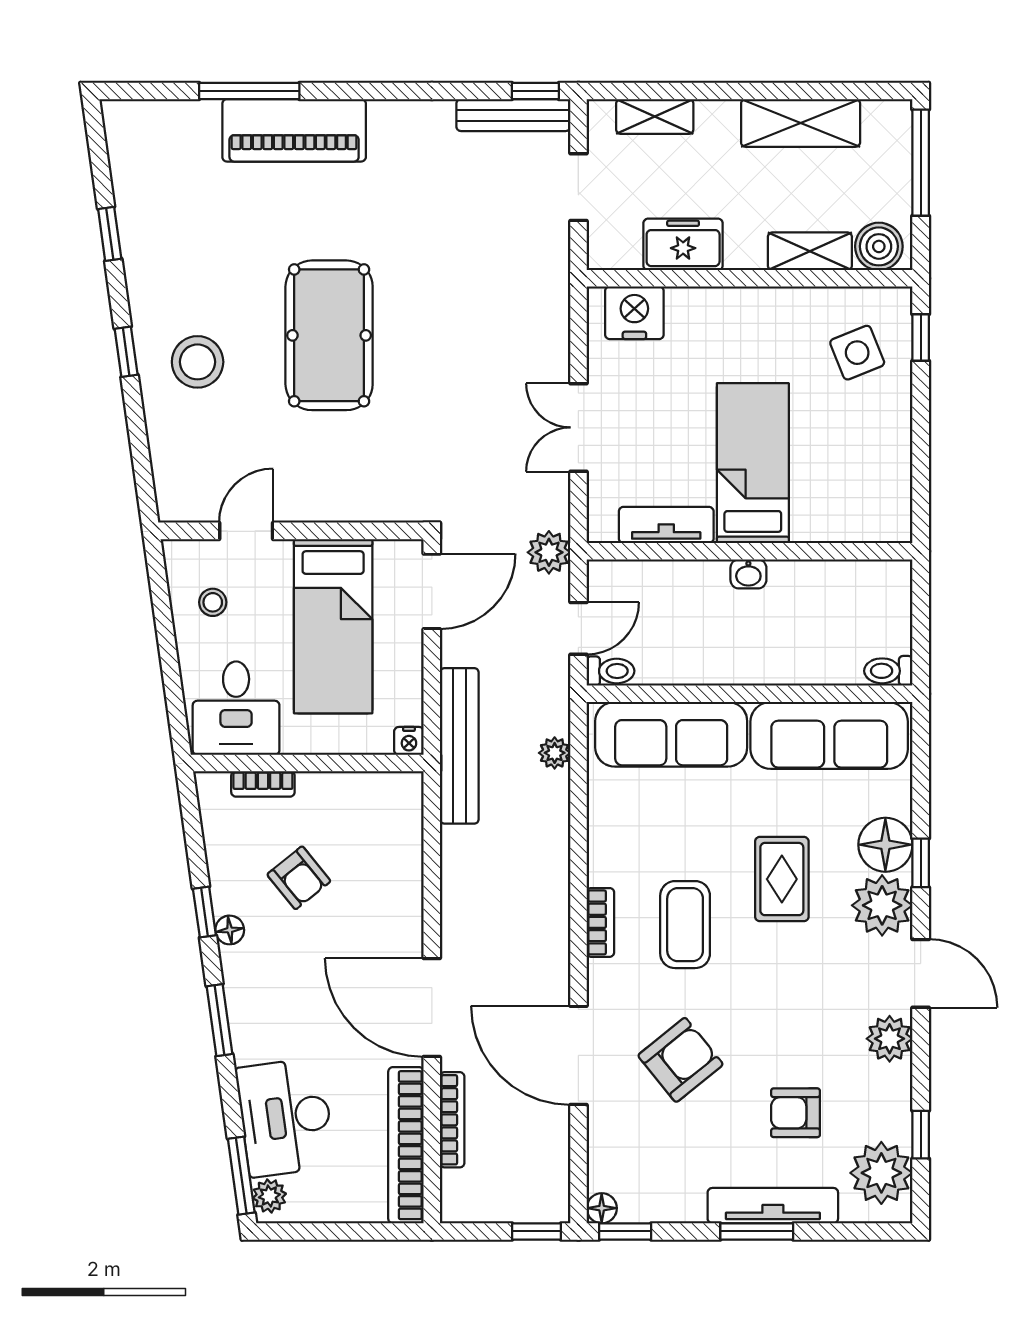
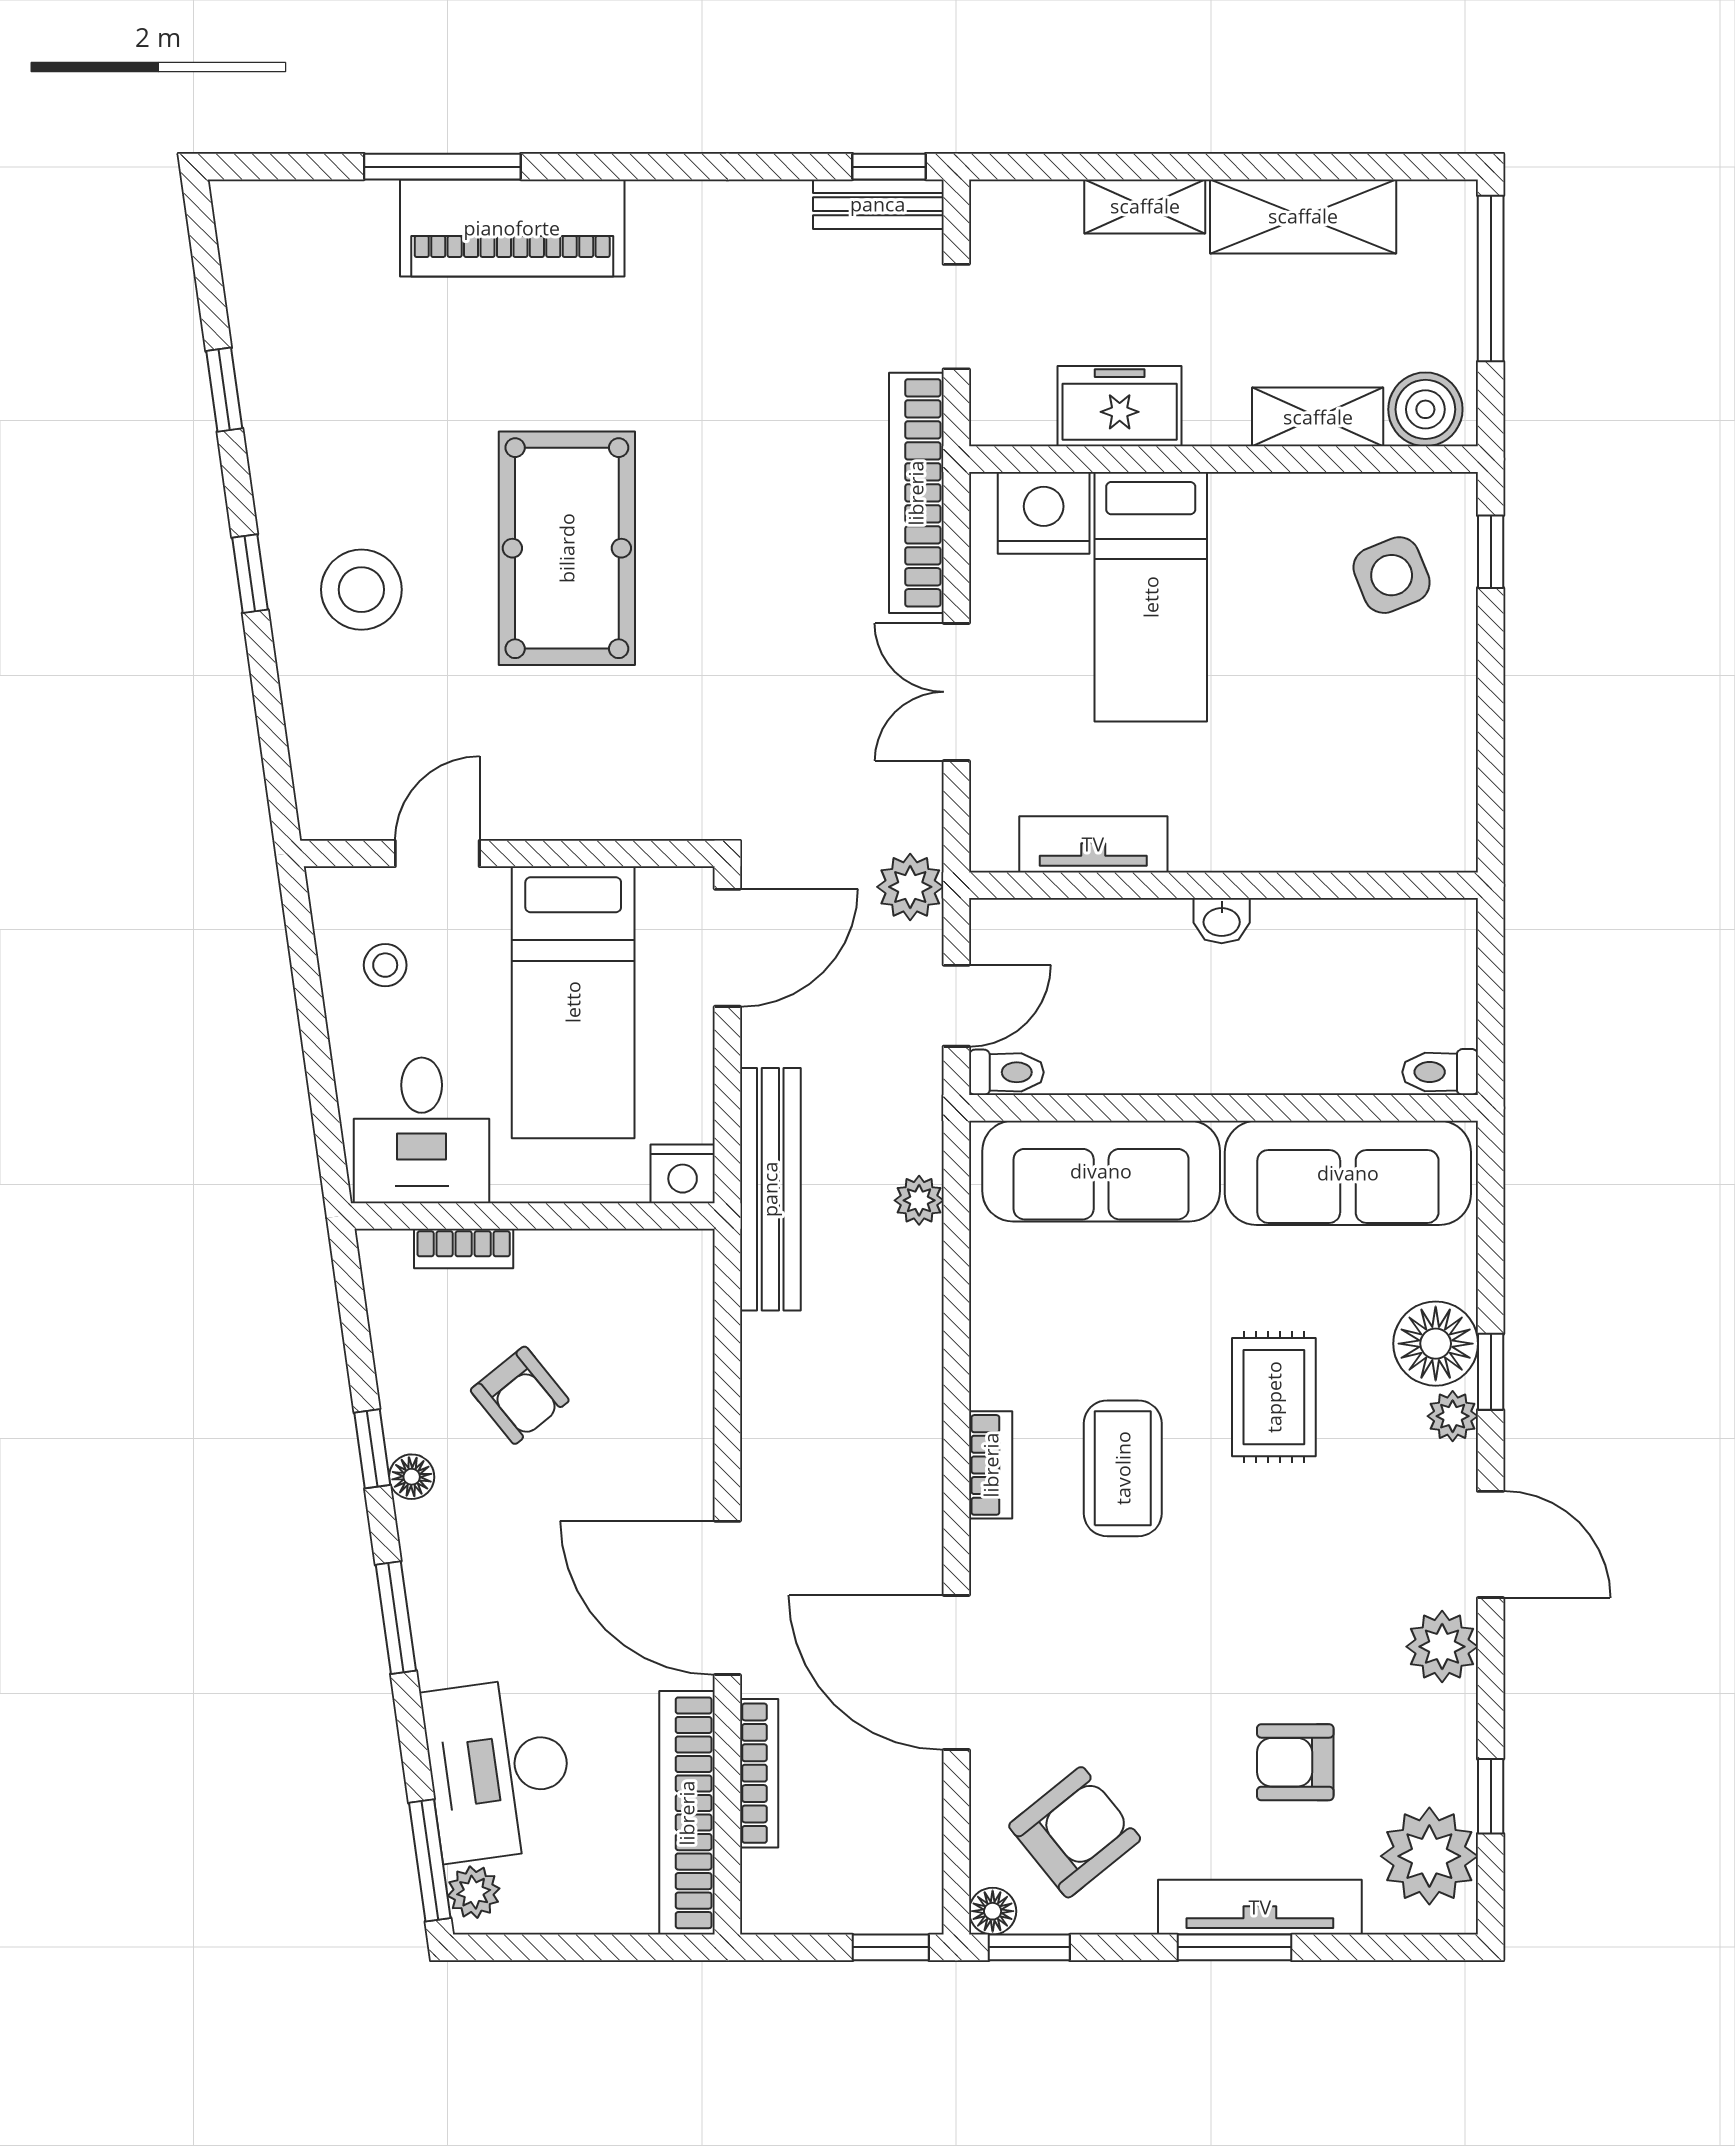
bench: (513, 115) -> (878, 204), width x0.73
shelving: (655, 117) -> (1145, 206), moved
bookcase: (553, 300) -> (916, 493), added
bed: (753, 463) -> (1151, 597), moved, turned 180
nightstand: (409, 741) -> (683, 1174), width x1.39, depth x1.35
plant: (882, 905) -> (1453, 1416), width x0.53, depth x0.53
armchair: (680, 1060) -> (1075, 1832), moved

